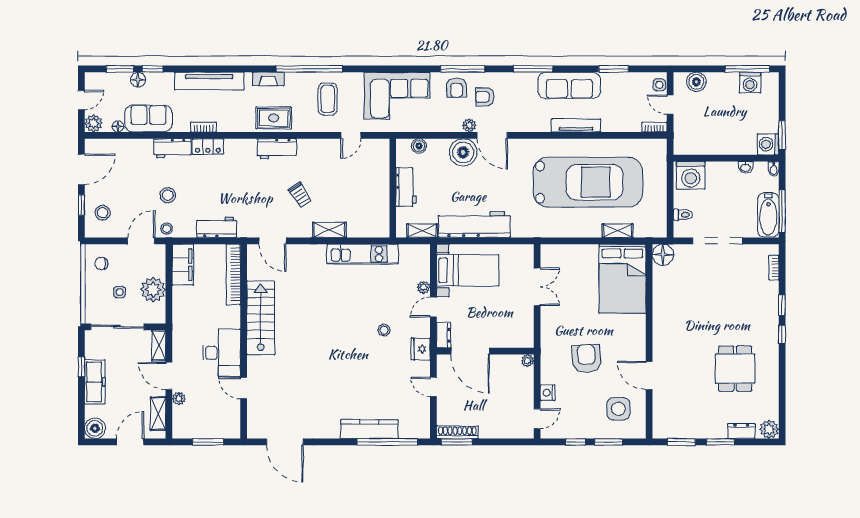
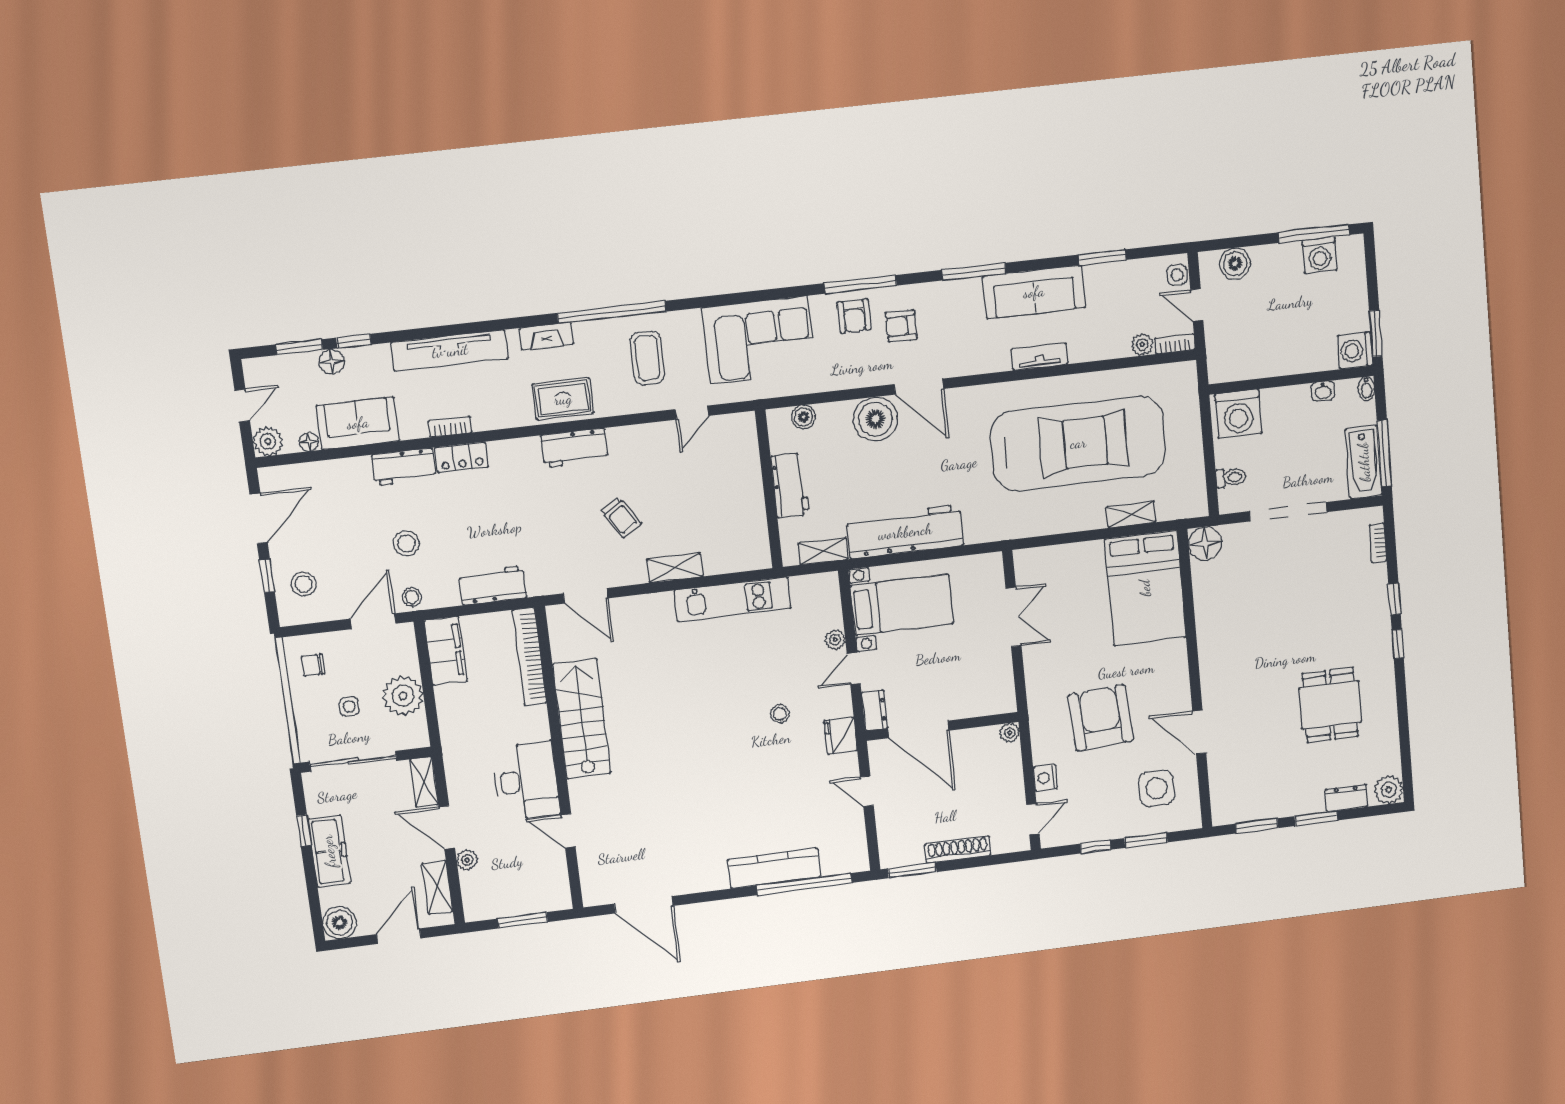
plant: (469, 125) -> (1142, 345), moved
tv unit: (576, 125) -> (1040, 357), width x0.71
armchair: (587, 358) -> (1101, 718), width x1.36, depth x1.36
shoe rack: (457, 432) -> (958, 850), moved

